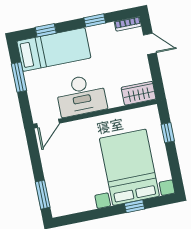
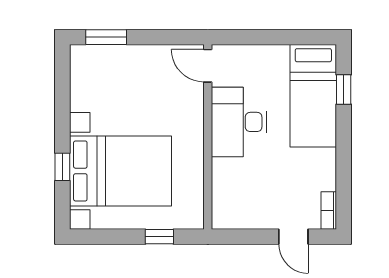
window: (95, 20) -> (344, 164), removed
door: (150, 44) -> (293, 237), hinge flipped
window: (19, 77) -> (283, 37), removed
wardrobe: (139, 93) -> (225, 206), removed

